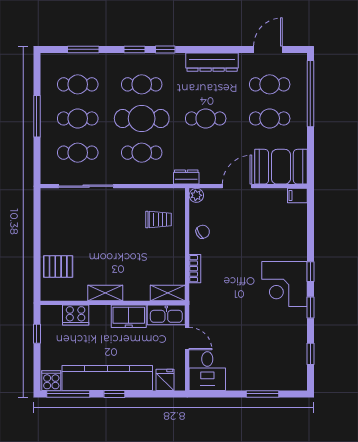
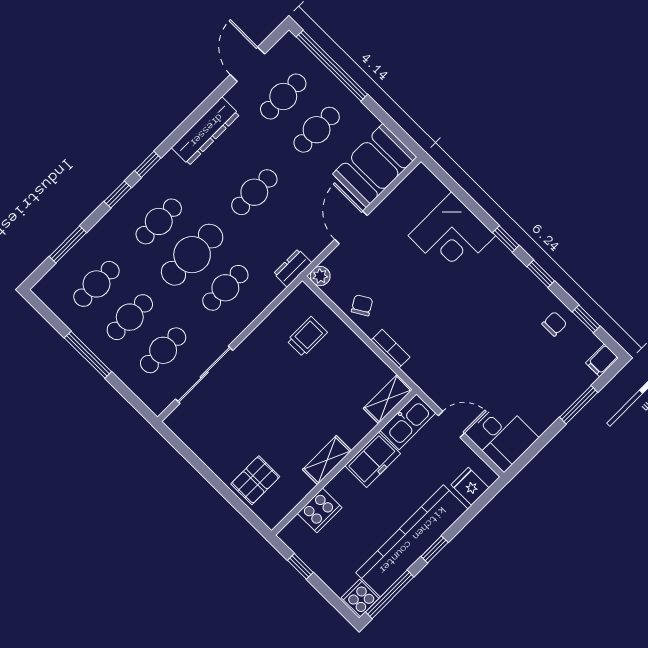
filing cabinet: (297, 195) -> (602, 360), moved
corner desk: (284, 284) -> (452, 236), moved
chair: (292, 340) -> (554, 324), added

